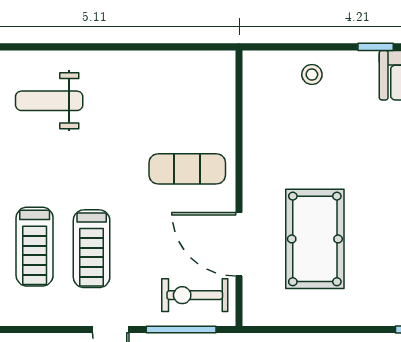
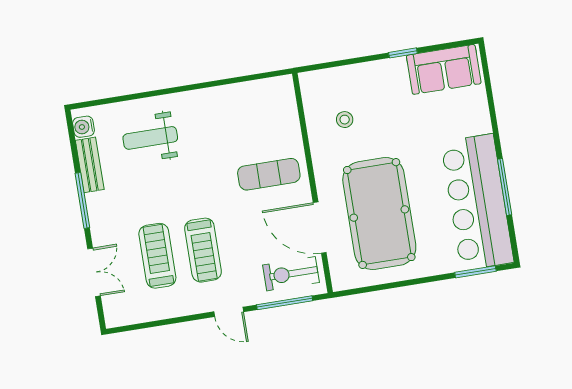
stool: (312, 74) -> (345, 120), moved
pool table: (315, 239) -> (379, 214), width x1.36, depth x1.32
treadmill: (35, 247) -> (157, 256), turned 180

